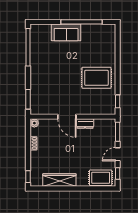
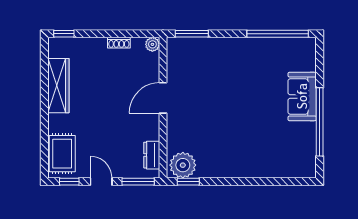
rug: (96, 78) -> (227, 147), removed
plant: (108, 105) -> (183, 165), added
dresser: (85, 124) -> (152, 155), moved

